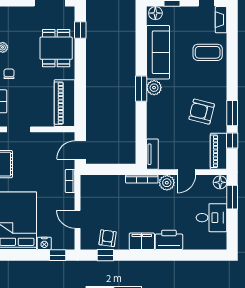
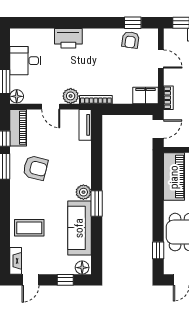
window: (141, 89) -> (97, 203), moved
door: (186, 172) -> (51, 107), swing flipped
filing cabinet: (142, 241) -> (146, 95), moved, turned 180

